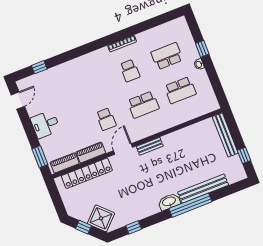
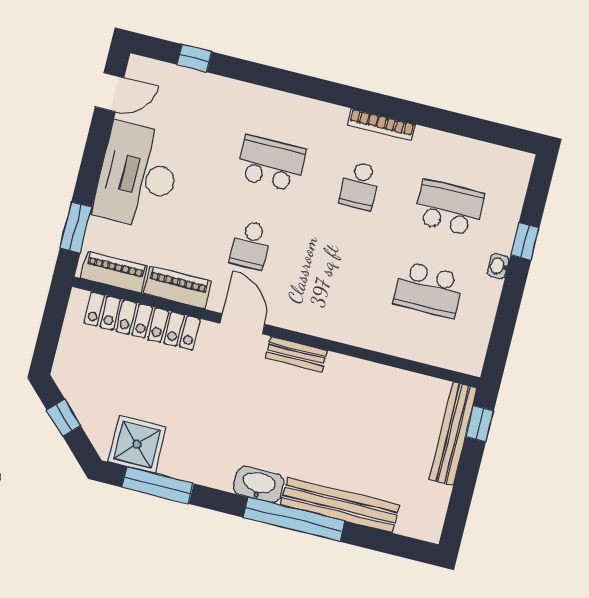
school desk: (143, 105) -> (271, 163), moved, turned 180
desk: (45, 124) -> (138, 176), width x1.87, depth x1.30
door: (123, 149) -> (242, 324), hinge flipped
window: (244, 155) -> (480, 424), moved
shower: (101, 218) -> (137, 444), moved, turned 45
window: (134, 227) -> (158, 485), width x2.17

